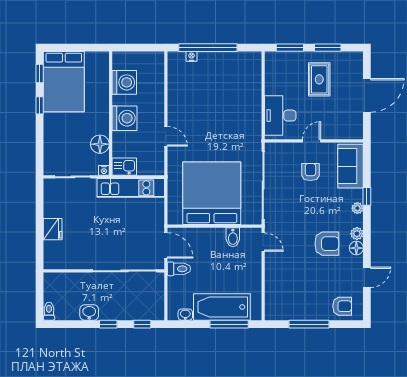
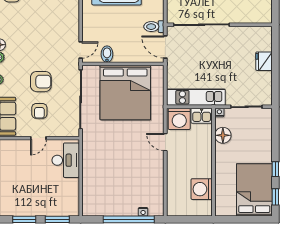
rug: (319, 79) -> (32, 192), removed
washing machine: (125, 118) -> (179, 119), moved, turned -90
door: (263, 242) -> (81, 50), swing flipped
armchair: (327, 244) -> (41, 82), moved, turned 180

